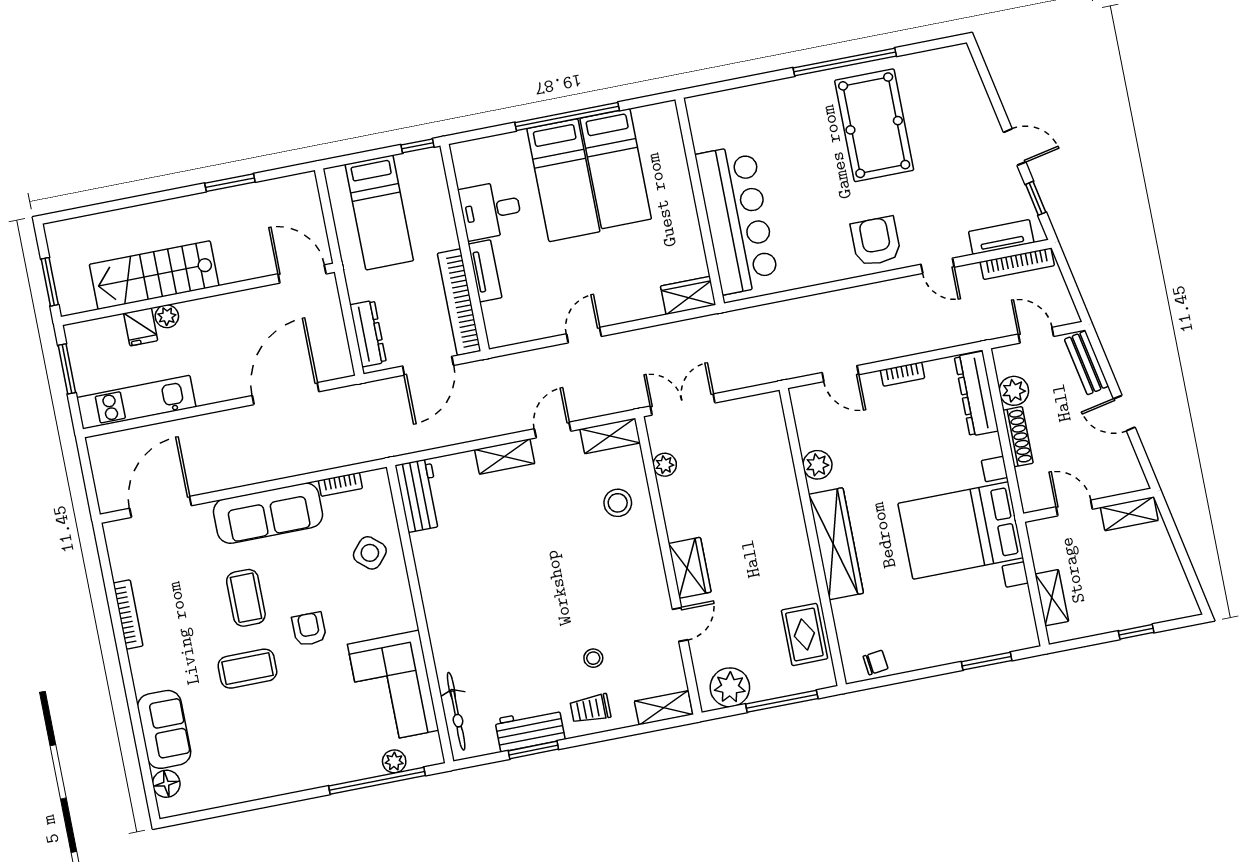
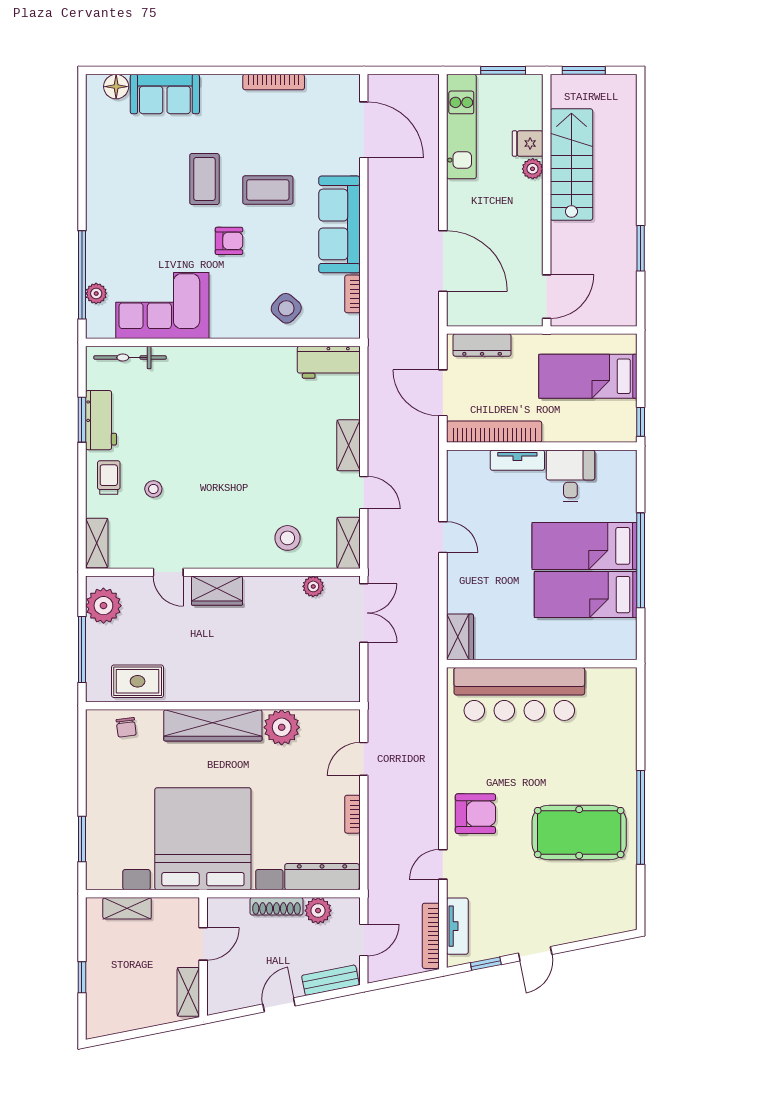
plant: (817, 465) -> (282, 727), width x1.36, depth x1.36
bed with nightstands: (961, 530) -> (203, 839), width x1.36
chair: (876, 663) -> (126, 727), moved

